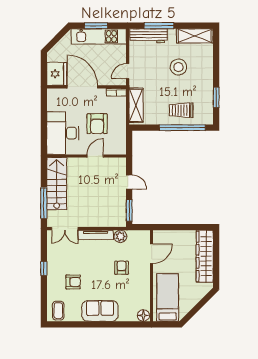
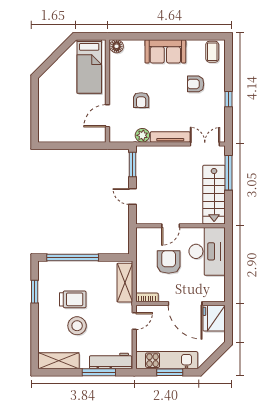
trolley: (181, 110) -> (73, 299), moved
wardrobe: (205, 256) -> (48, 113), removed

